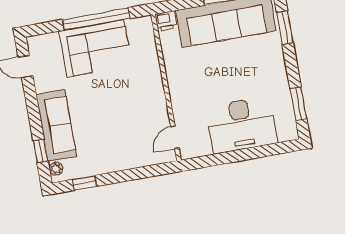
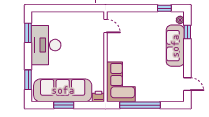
corner sofa: (96, 48) -> (121, 82), moved, turned 90
desk: (242, 125) -> (46, 45), moved, turned -90
door: (175, 137) -> (106, 26), hinge flipped

